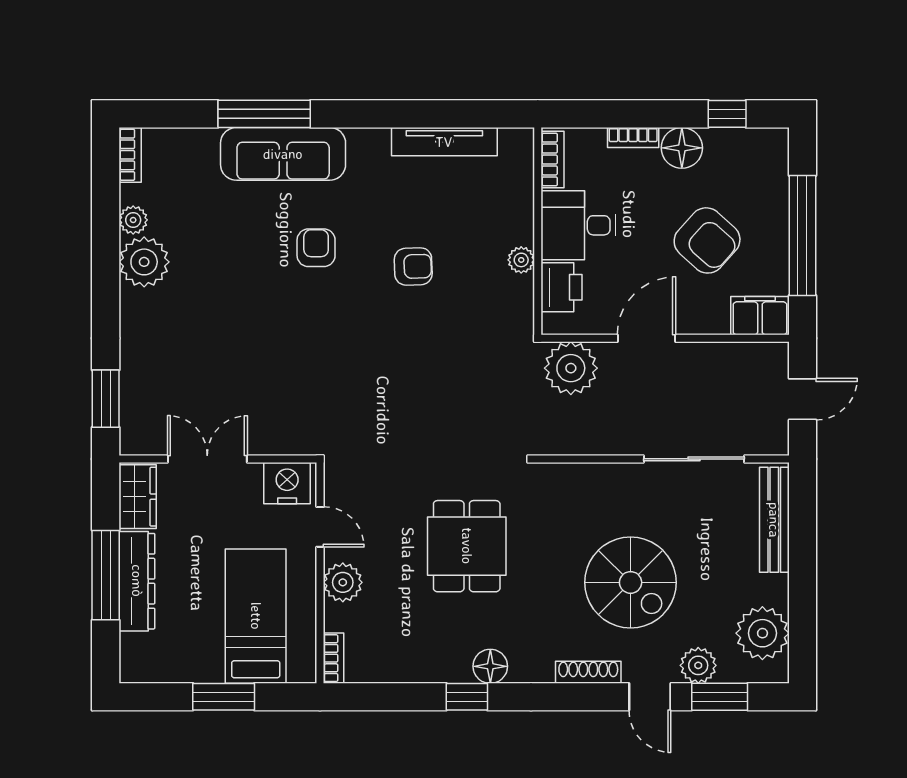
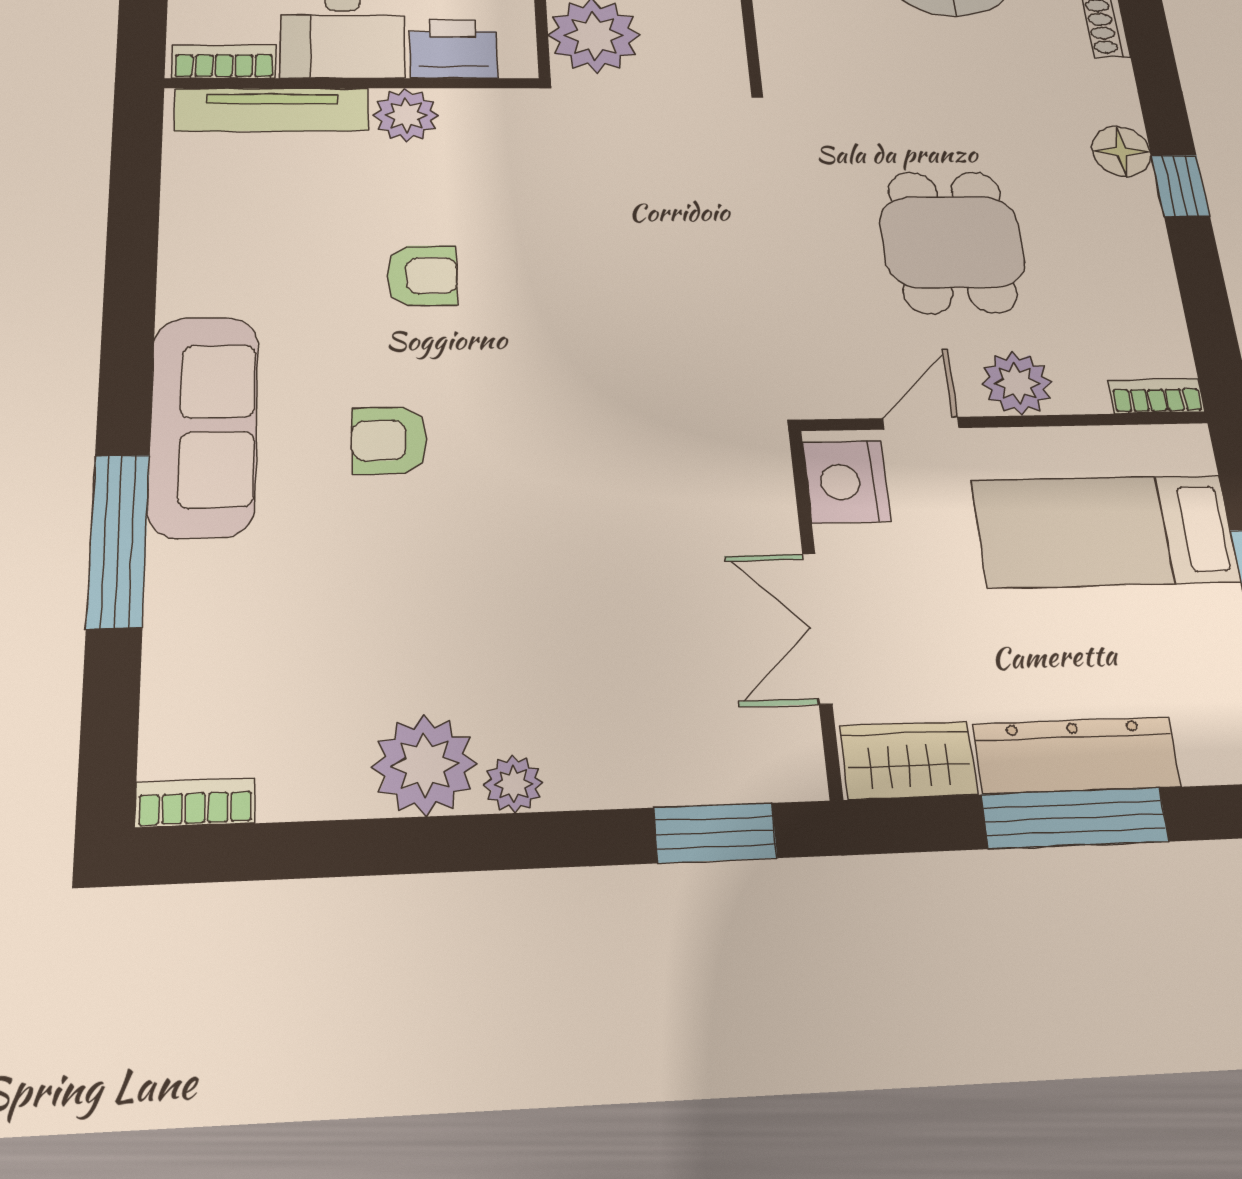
tv unit: (444, 142) -> (272, 110), moved, turned 90
sofa: (283, 154) -> (204, 425), moved
plant: (133, 220) -> (513, 784), moved
plant: (521, 260) -> (406, 115), width x1.38, depth x1.38
armchair: (413, 266) -> (422, 276), turned 92
dining table: (467, 546) -> (952, 242), moved, turned 90

